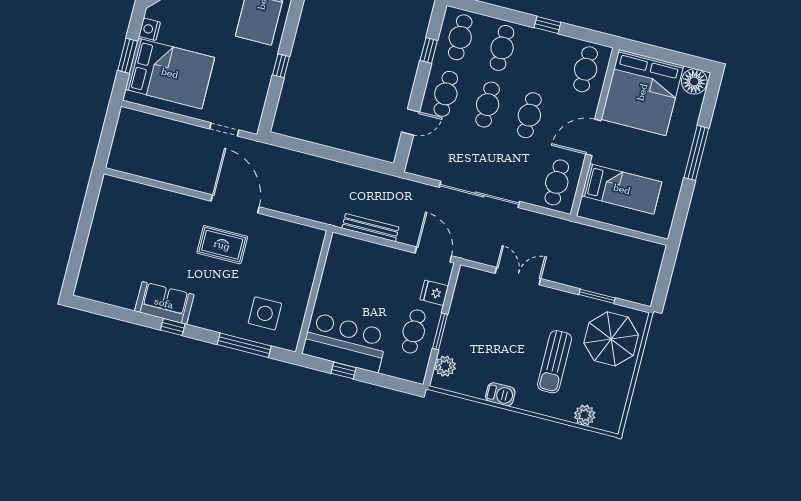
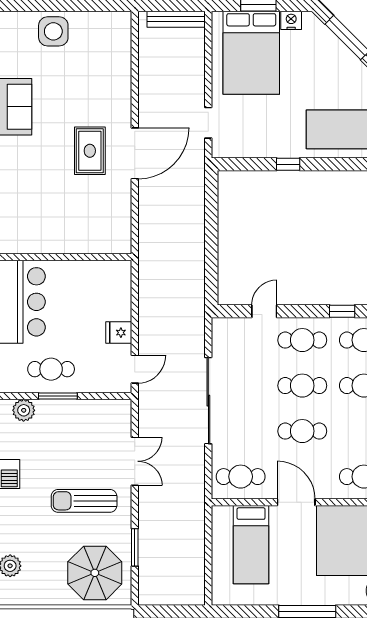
door: (410, 122) -> (264, 311), swing flipped
bench: (370, 228) -> (176, 19), moved, turned 90
door: (433, 255) -> (135, 369), width x0.73
fridge: (434, 293) -> (119, 333), moved, turned -90
side table: (265, 313) -> (53, 31), moved
sun lounger: (555, 362) -> (84, 501), moved

